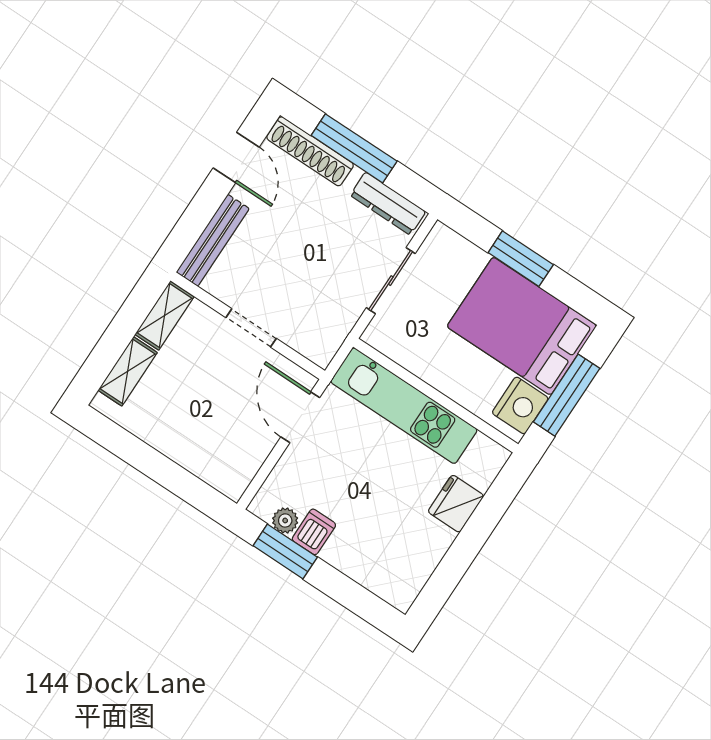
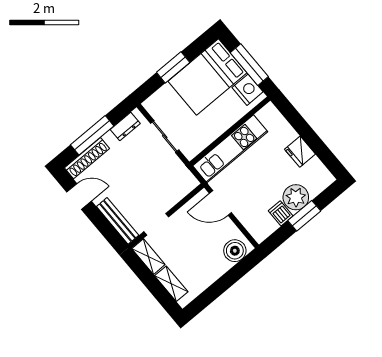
dresser: (388, 203) -> (125, 126), width x0.70
doorway: (251, 328) -> (156, 224), moved
boiler: (222, 469) -> (235, 251), added
fridge: (456, 504) -> (300, 152), moved
plant: (285, 520) -> (296, 197), moved, width x1.87, depth x1.87
window: (285, 551) -> (304, 216), moved

